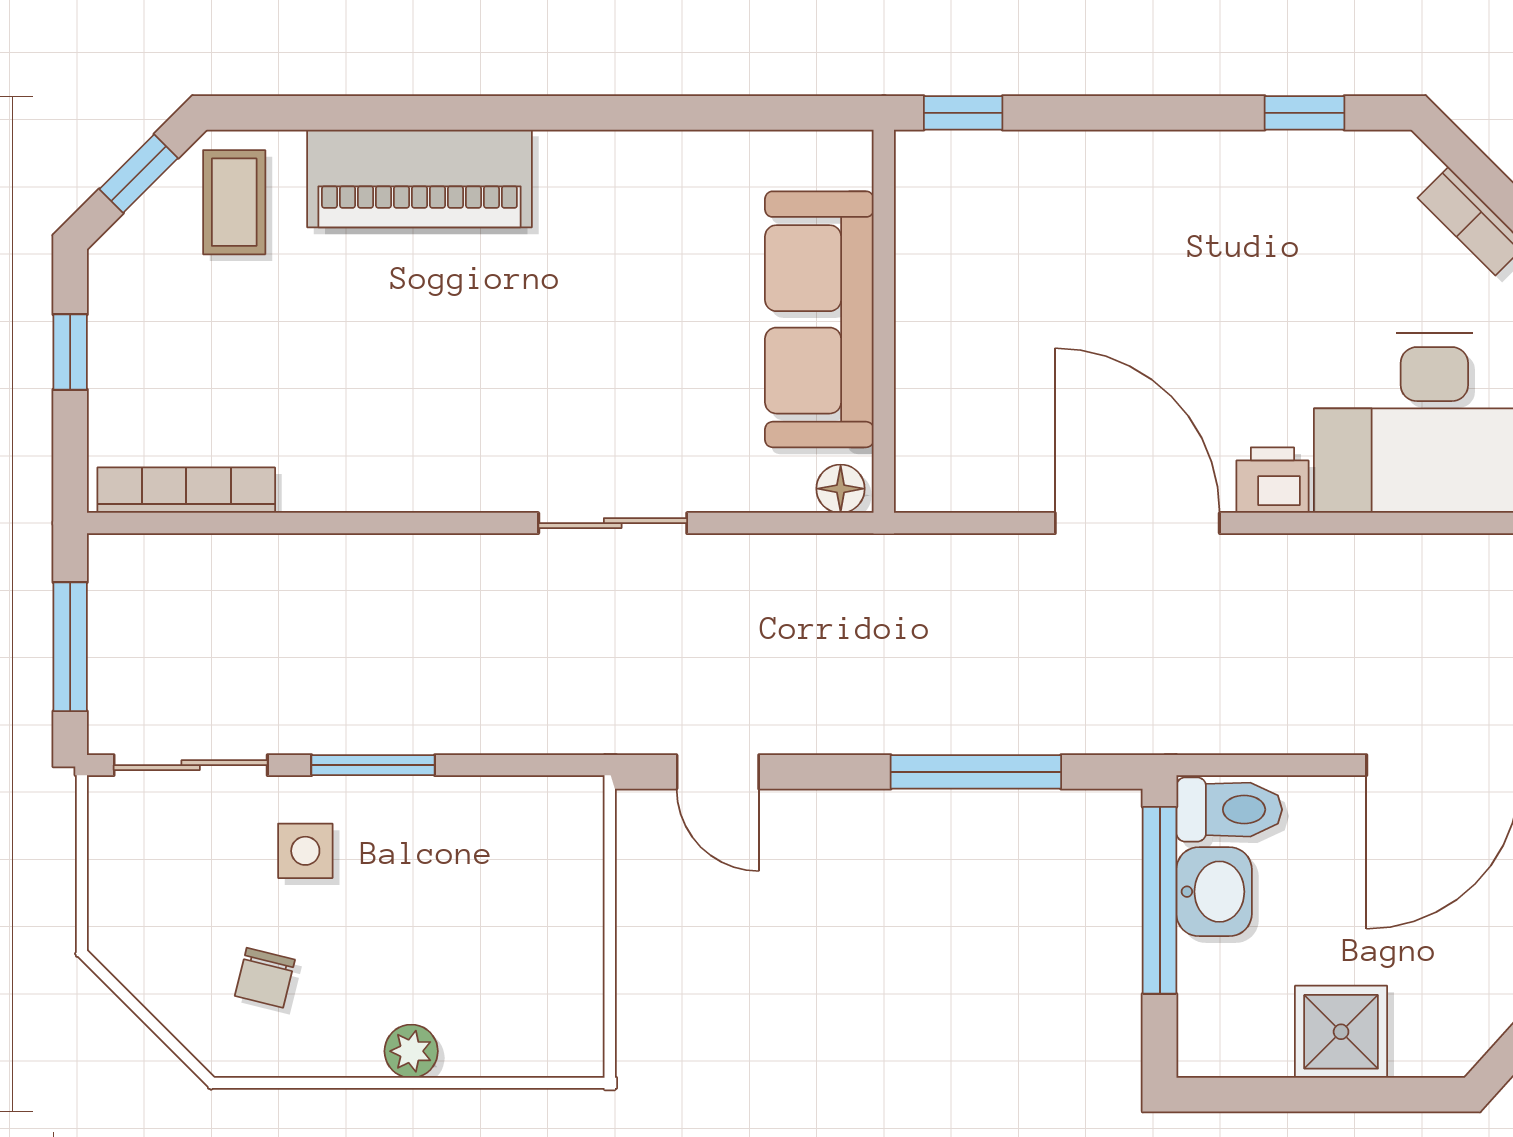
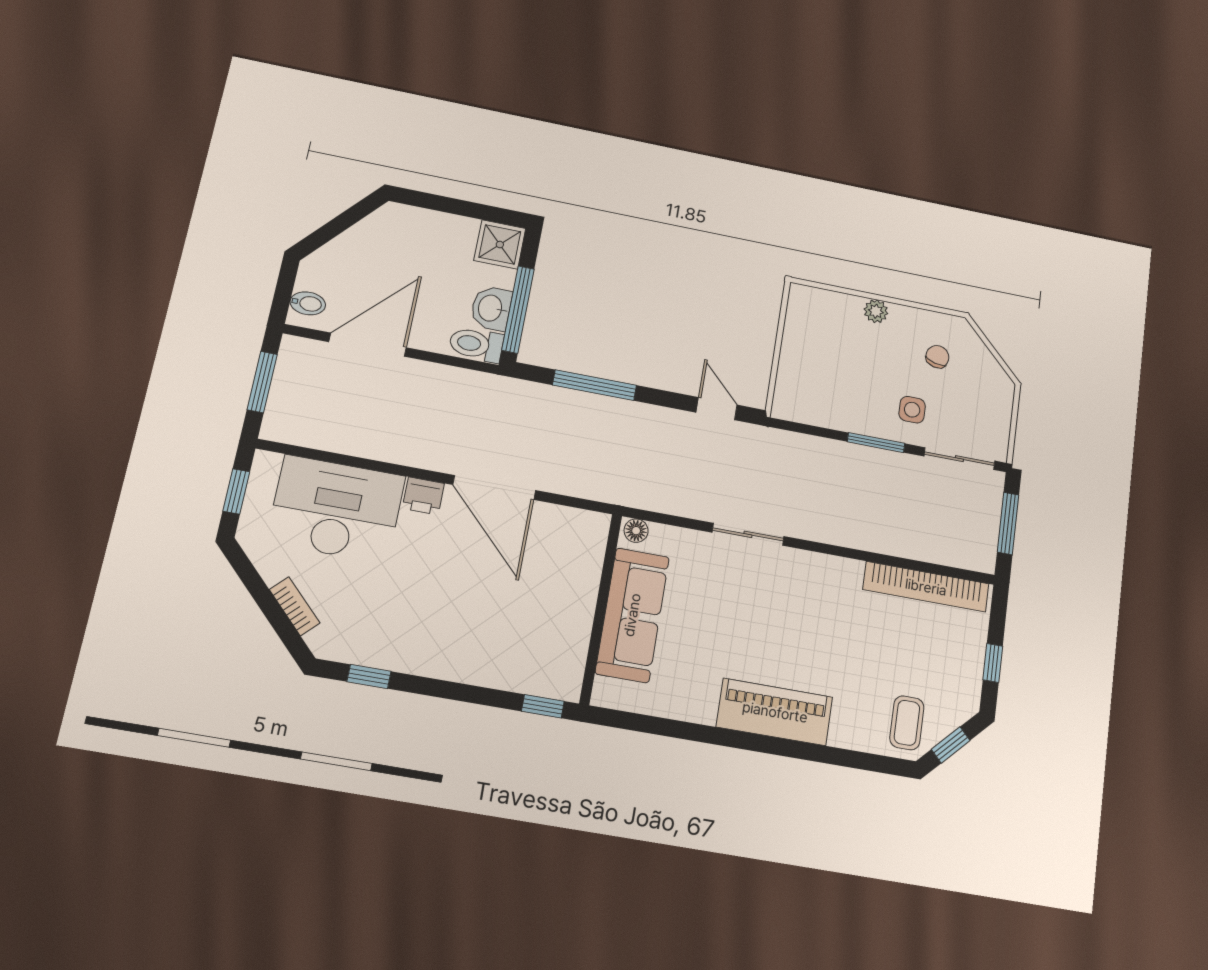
piano: (419, 178) -> (775, 712), moved
bookcase: (186, 490) -> (926, 587), width x1.48, depth x1.31
shower: (1341, 1032) -> (500, 245), moved

